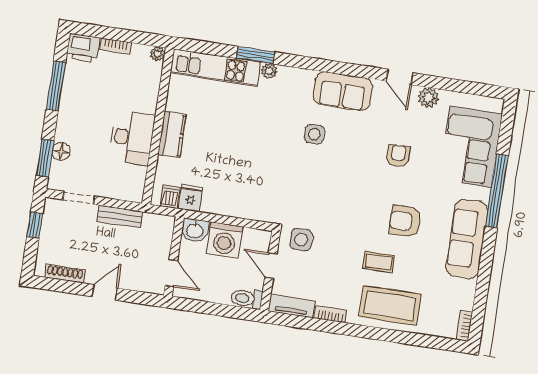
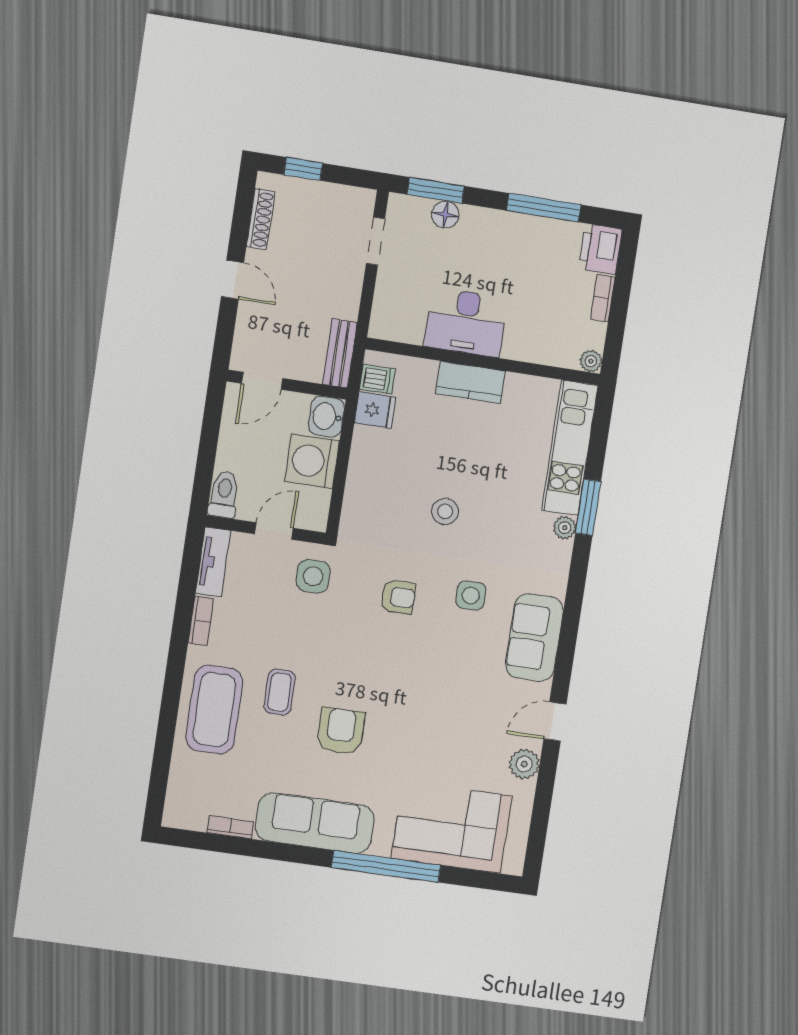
stool: (258, 151) -> (445, 512), added
armchair: (398, 156) -> (398, 597), moved
bench: (120, 216) -> (340, 353), moved
window: (35, 225) -> (303, 169), moved
bookcase: (464, 326) -> (230, 827), moved

